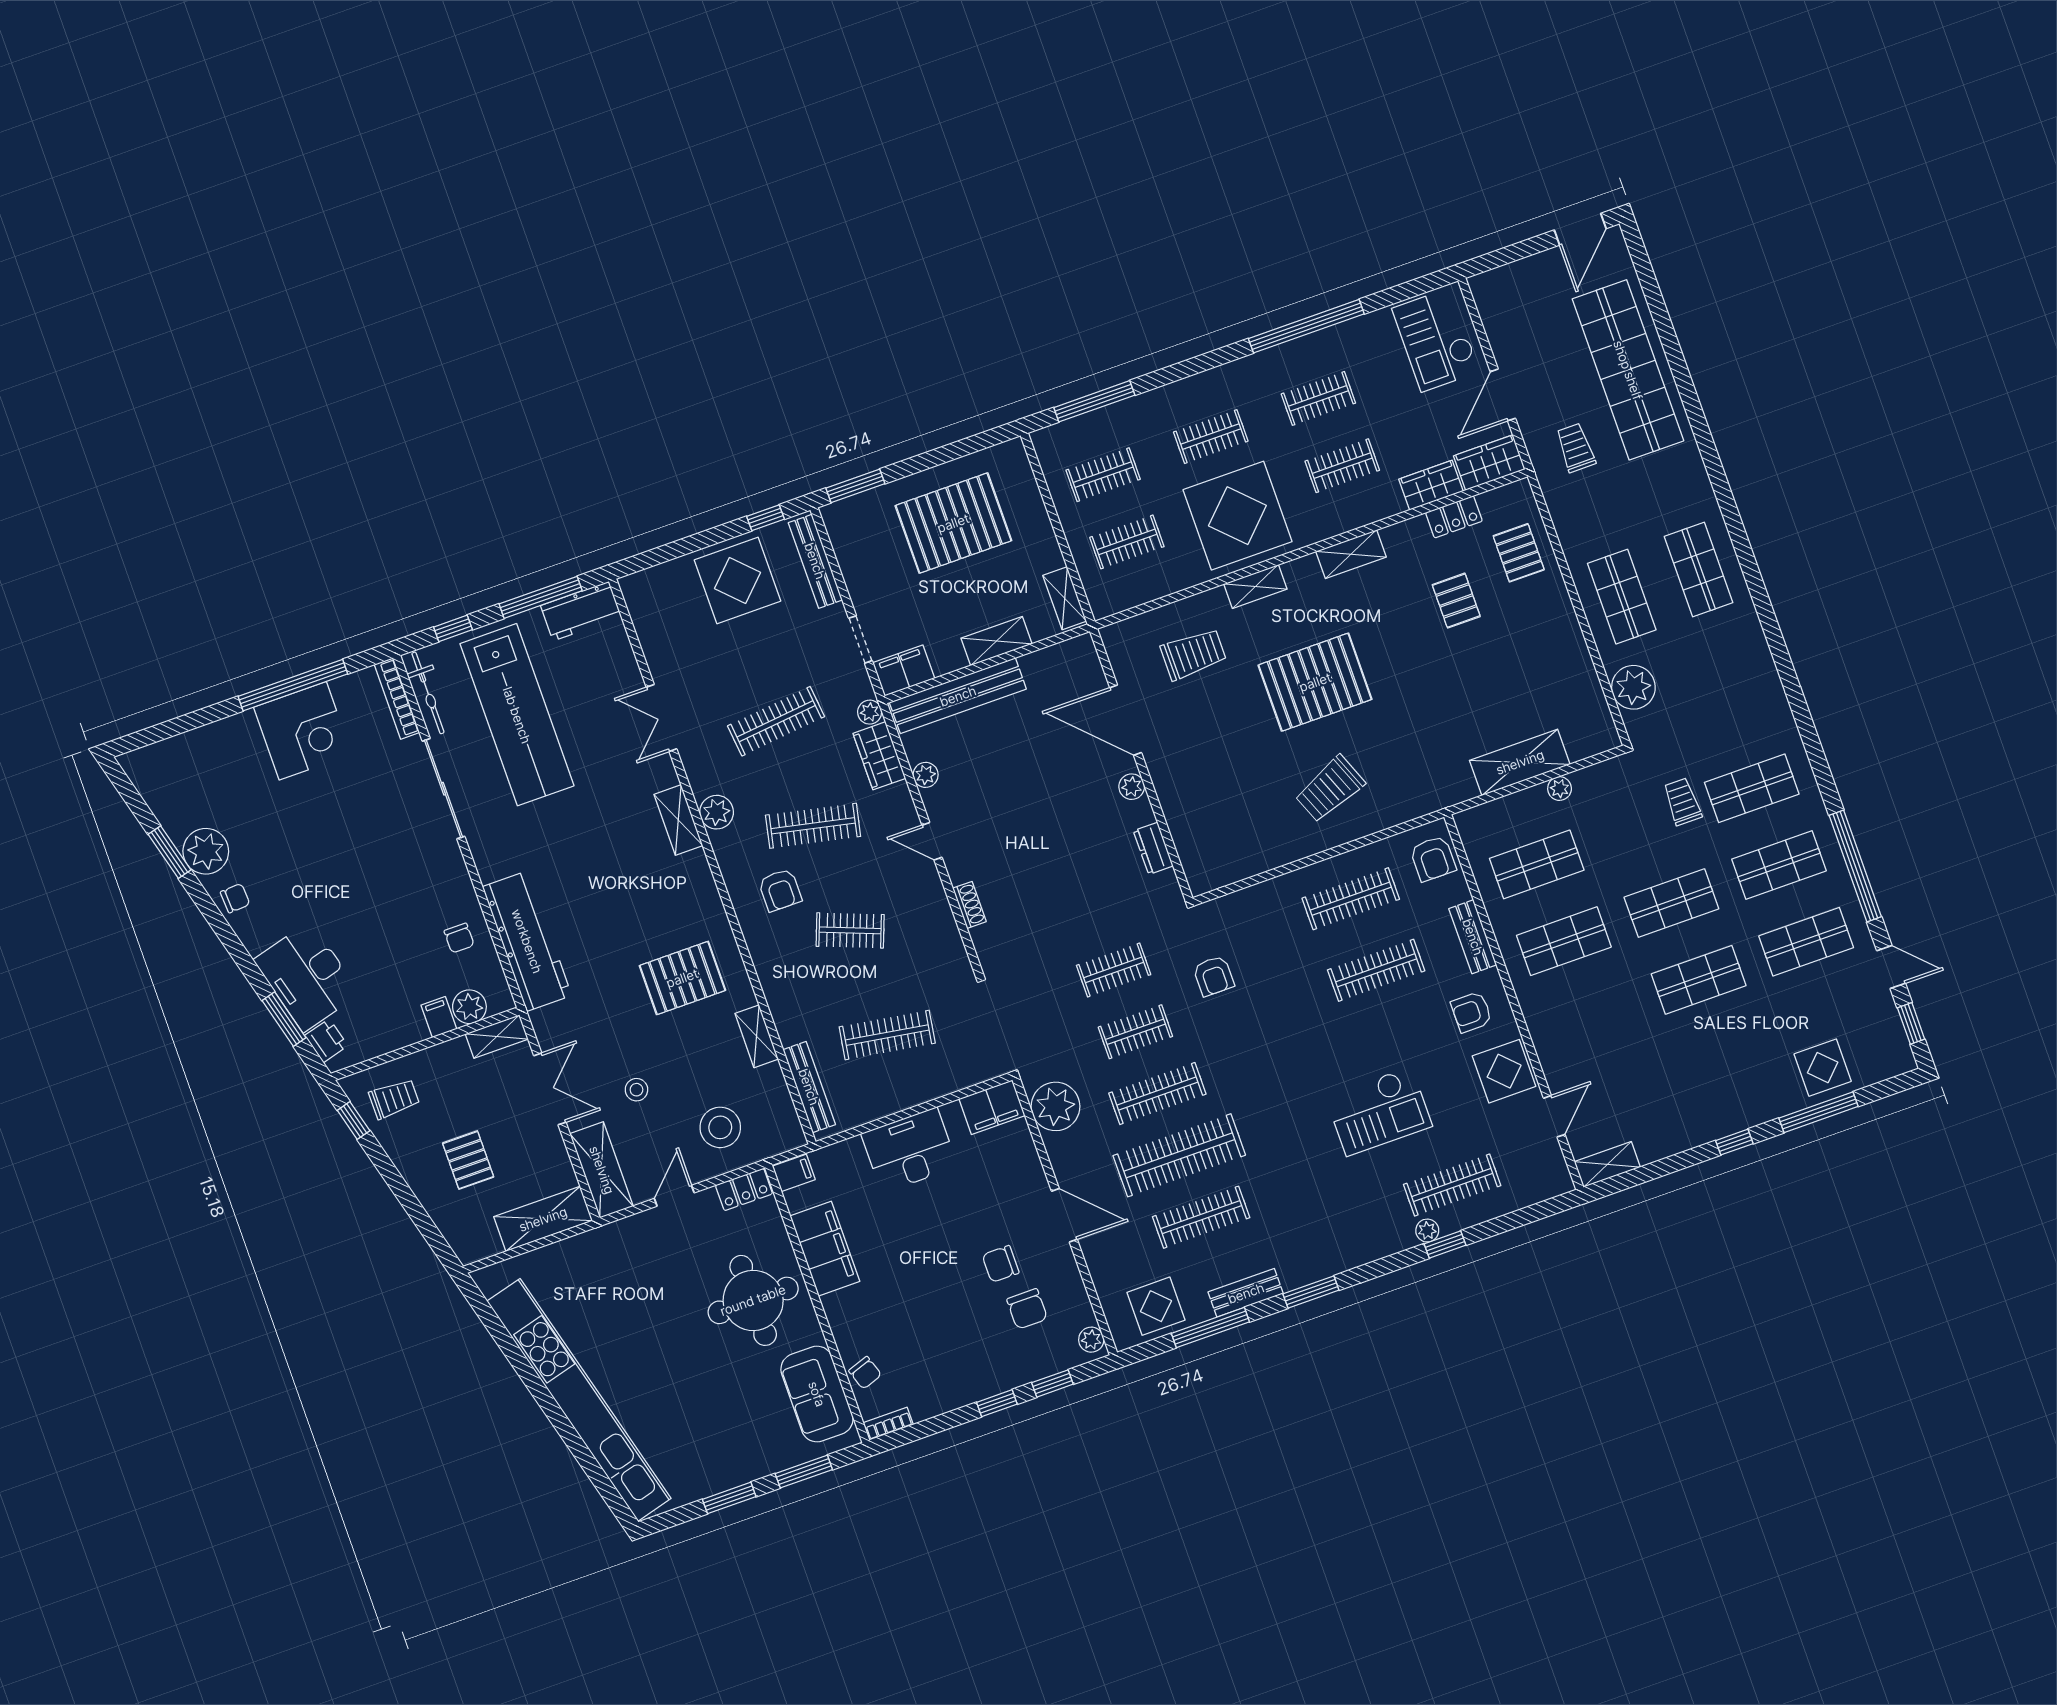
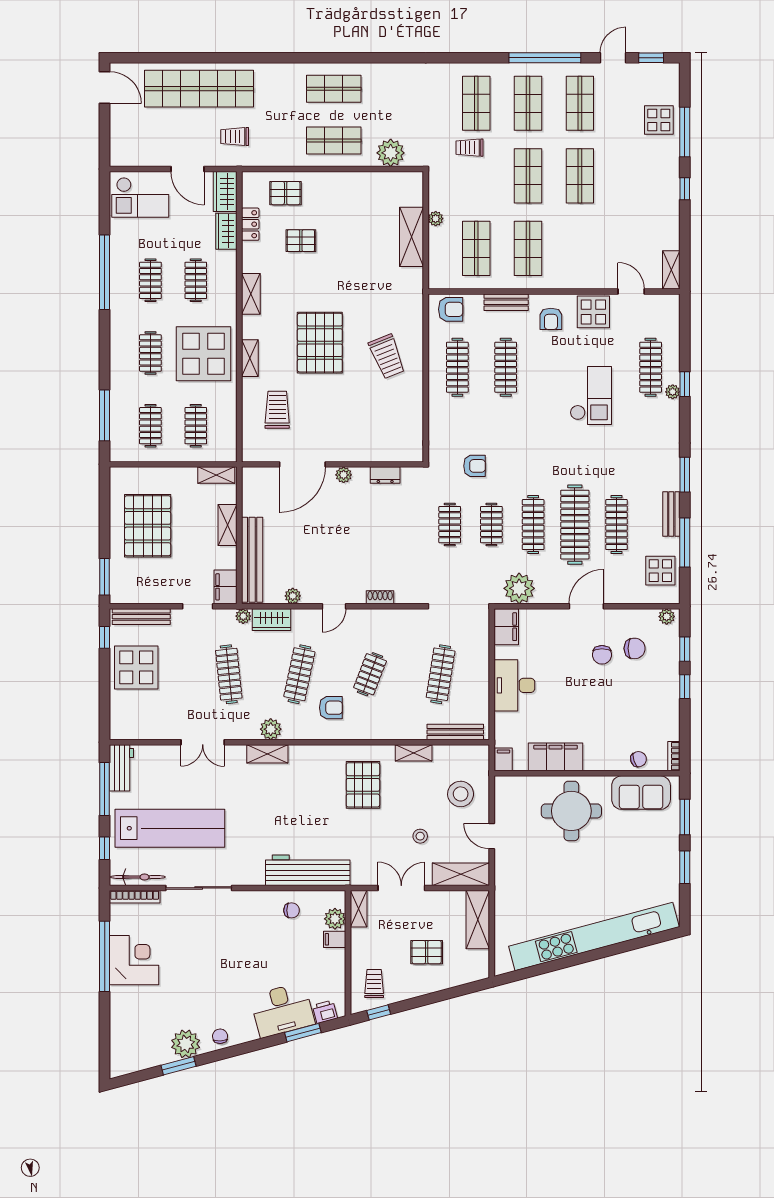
locker: (744, 1189) -> (503, 793), removed

